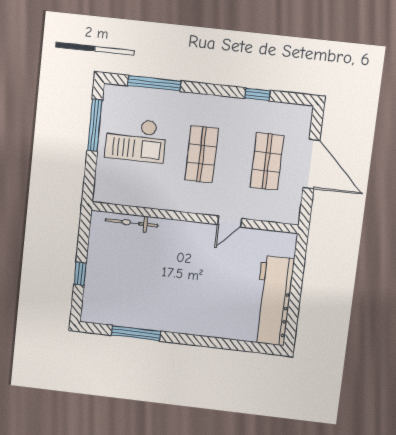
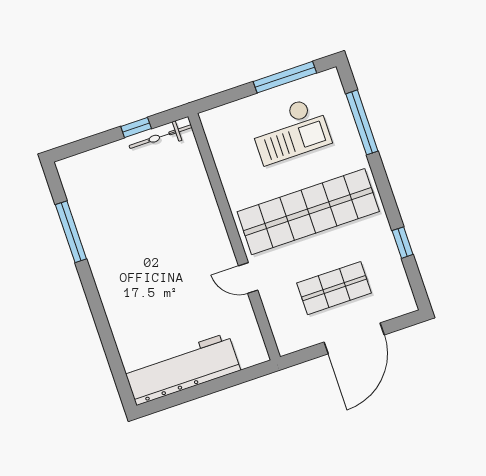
checkout: (136, 140) -> (290, 131), turned -90
shop shelf: (202, 154) -> (308, 212), width x2.00, depth x1.36
bicycle: (131, 223) -> (161, 137), moved, turned -90
window: (80, 274) -> (136, 128), moved

